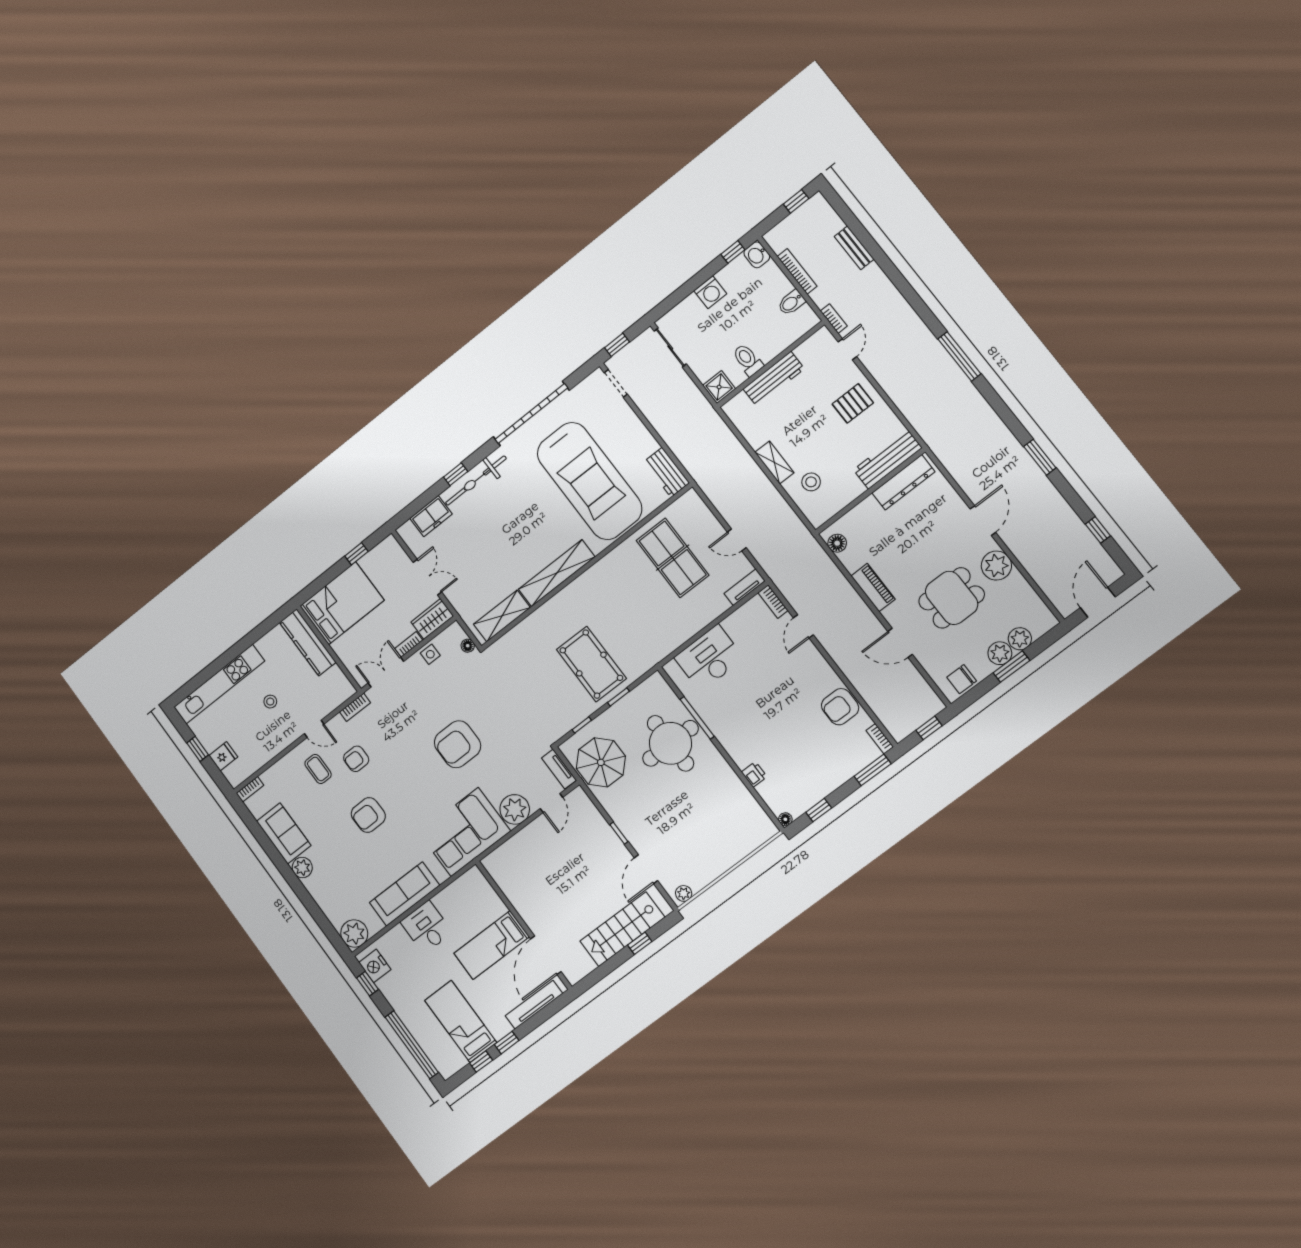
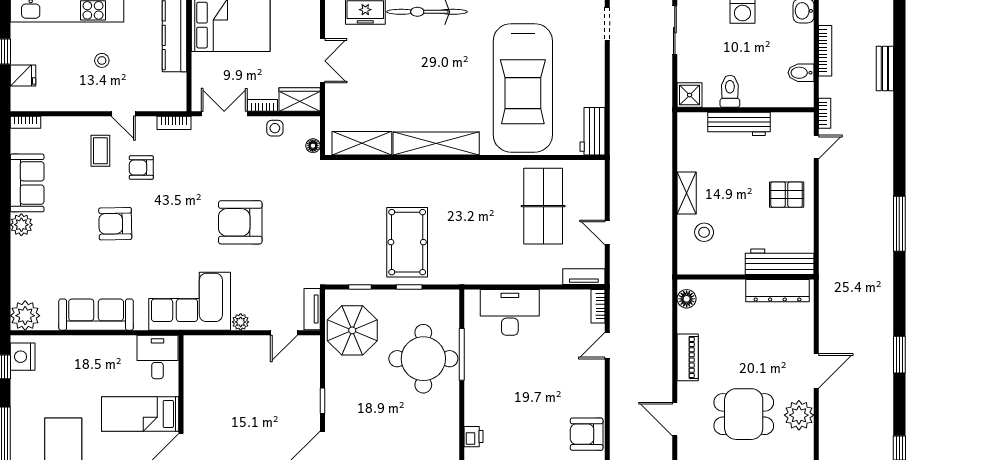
plant: (515, 809) -> (241, 322), width x0.53, depth x0.53
desk: (426, 927) -> (157, 357), moved

